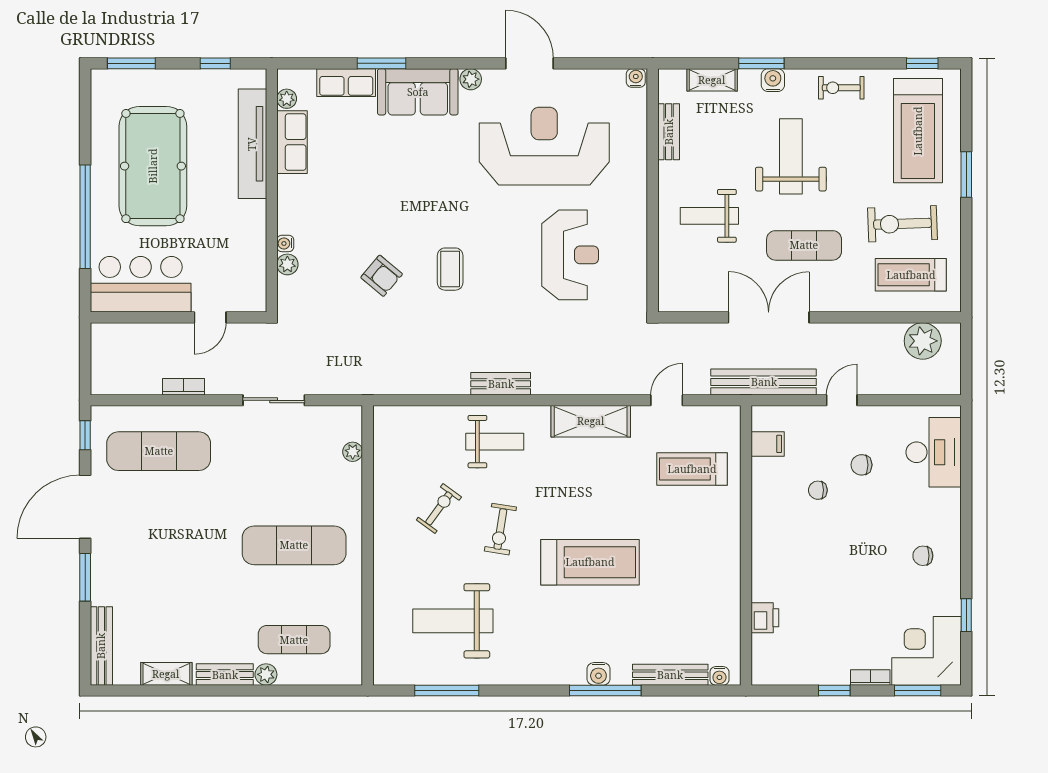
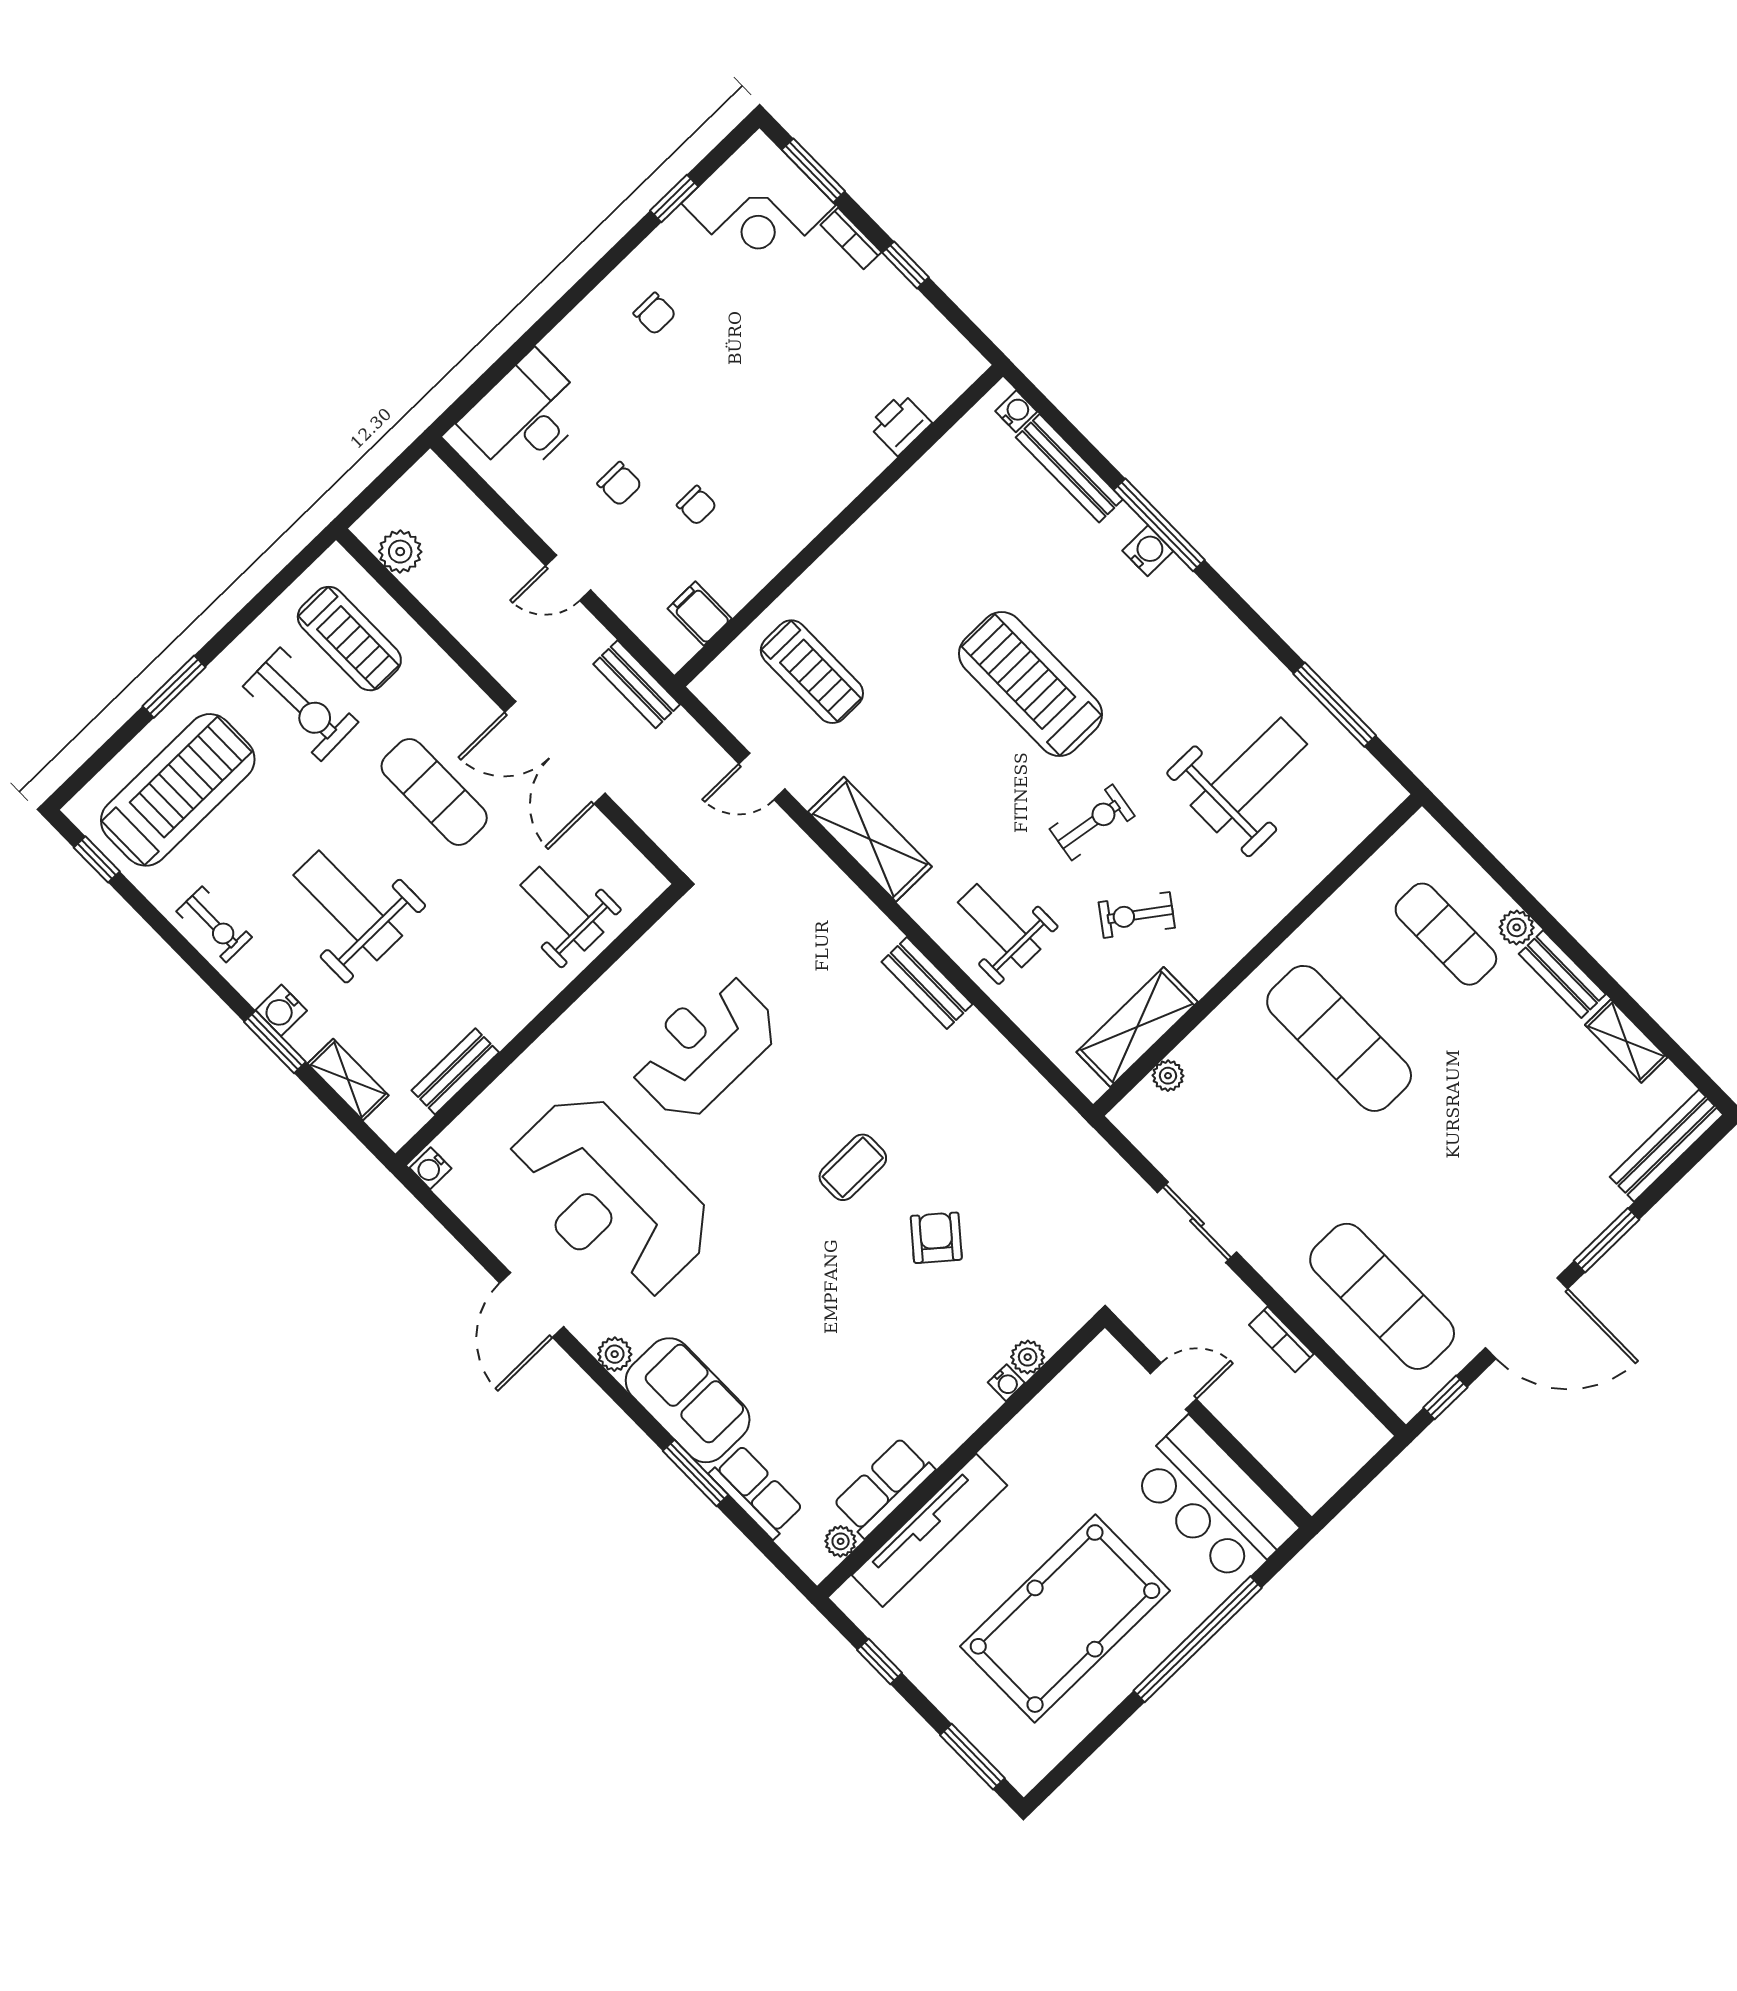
weight bench: (791, 156) -> (348, 905), turned 90
weight bench: (709, 216) -> (562, 909), moved, turned 180
plant: (923, 341) -> (400, 552), width x0.73, depth x0.73
bench: (764, 382) -> (637, 684), width x0.54, depth x0.82
shelving: (388, 459) -> (1137, 1027), added
weight bench: (453, 621) -> (1249, 775), turned -90

